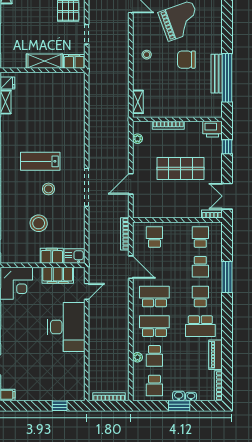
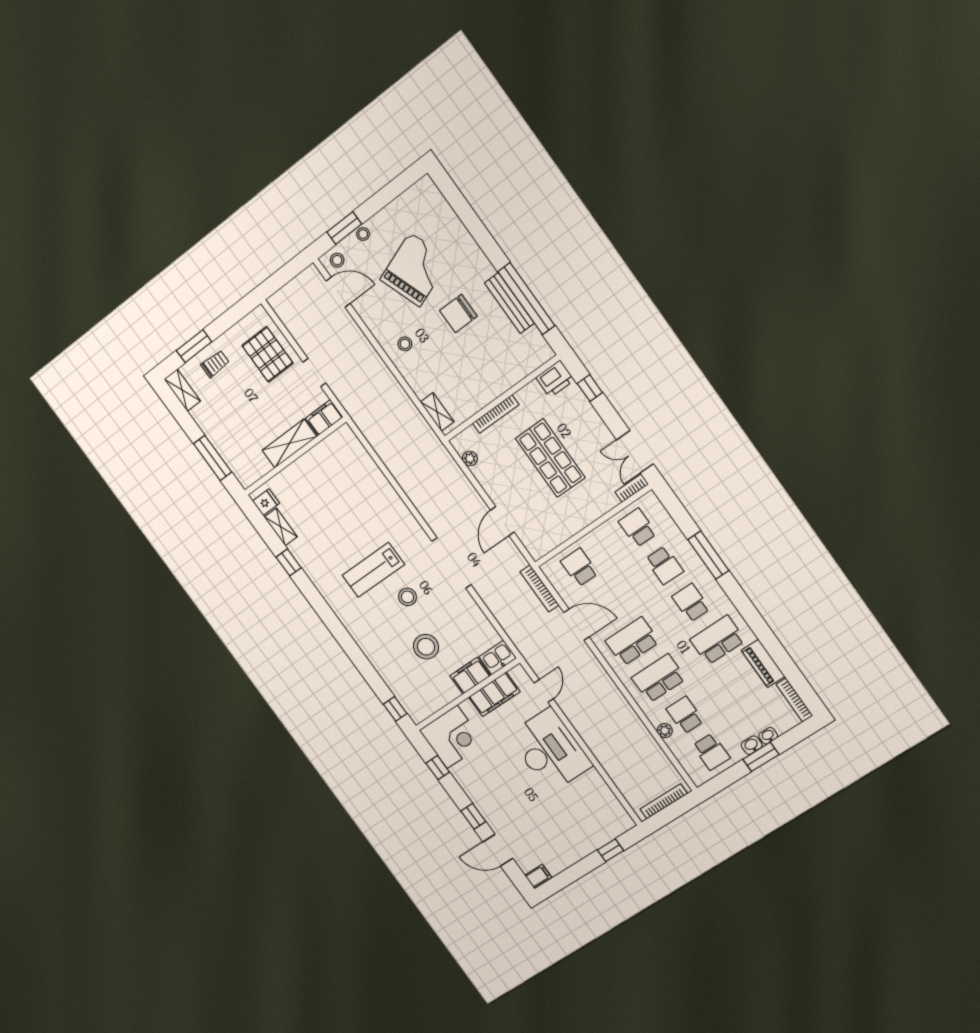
shop shelf: (181, 168) -> (550, 458), turned 90
school desk: (200, 326) -> (718, 640), turned 180
school desk: (154, 356) -> (685, 715), turned 180

